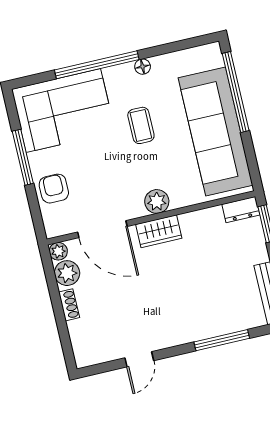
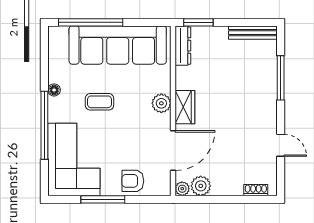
dresser: (241, 210) -> (183, 46), width x1.44
shoe rack: (69, 305) -> (256, 190), moved

